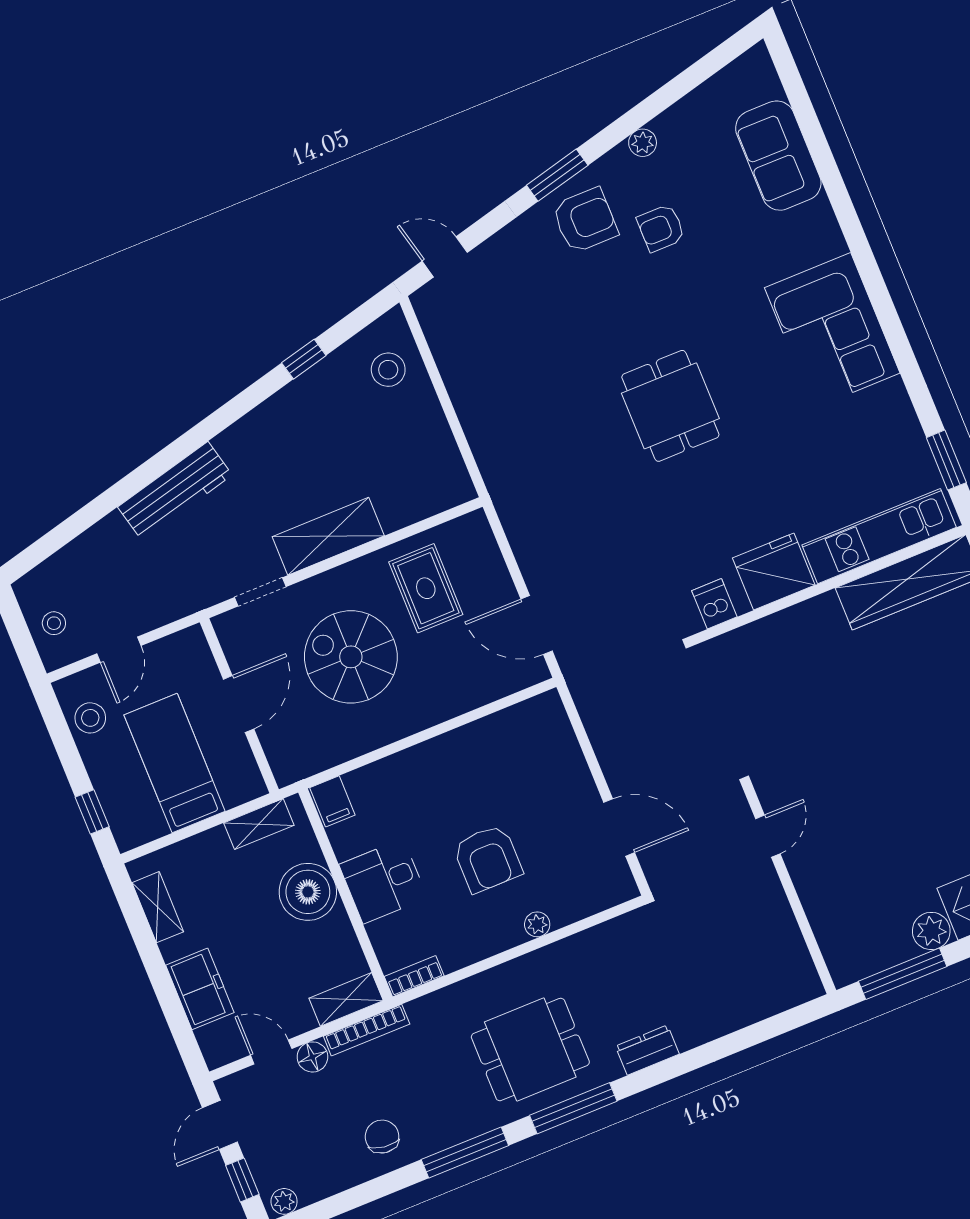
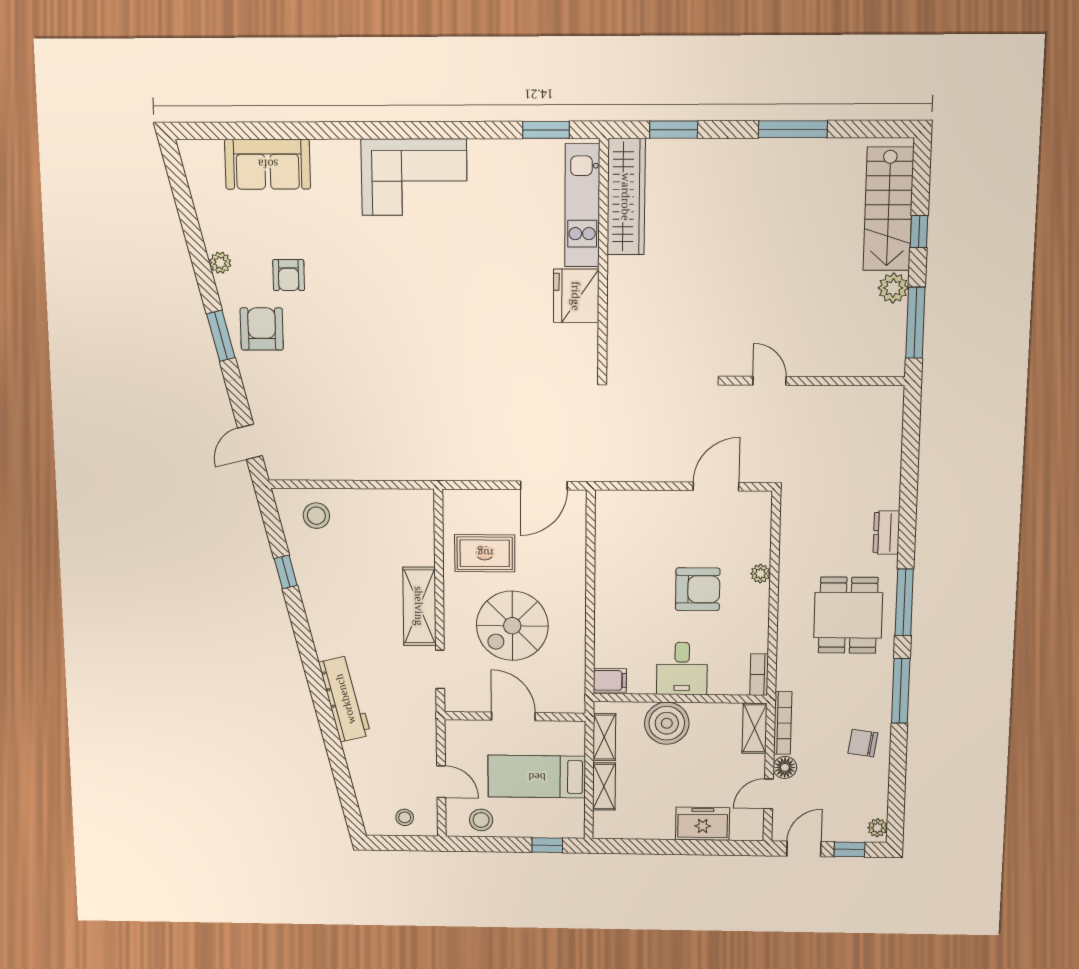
dining table: (670, 406) -> (423, 322), removed
dishwasher: (714, 604) -> (582, 350), removed
shelving: (158, 907) -> (604, 786), moved, turned 90
door: (220, 1125) -> (804, 849), swing flipped

